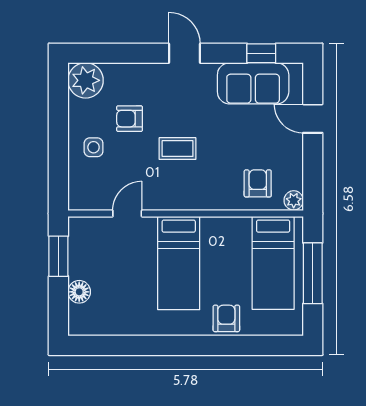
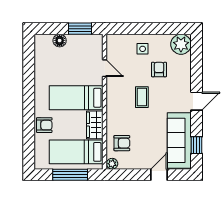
sofa: (253, 83) -> (179, 140), width x1.36
wardrobe: (226, 230) -> (95, 125), added

